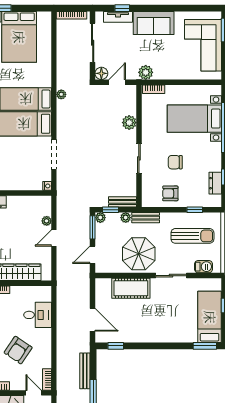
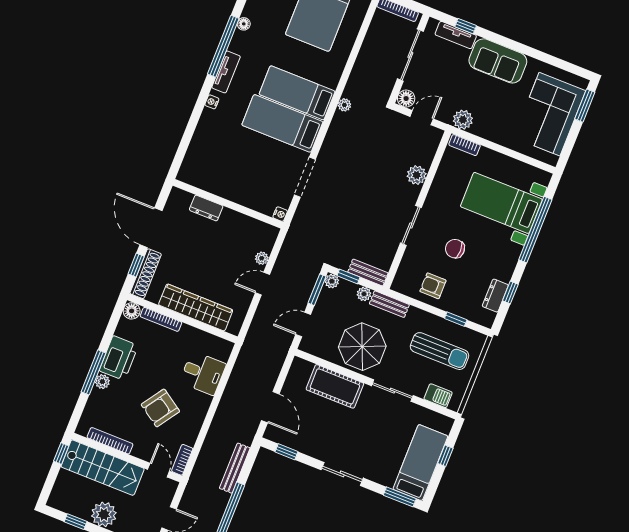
sliding door: (159, 346) -> (342, 474), added

